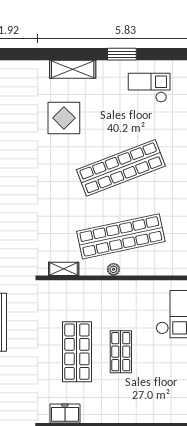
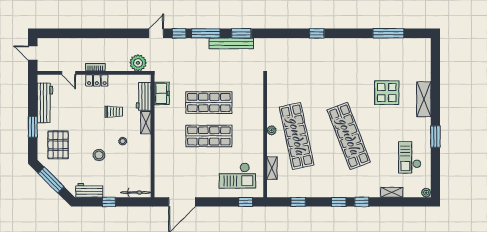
checkout: (149, 88) -> (410, 157), turned 180
shelving: (64, 269) -> (272, 168), moved
shop shelf: (121, 352) -> (209, 136), width x1.43, depth x1.36

